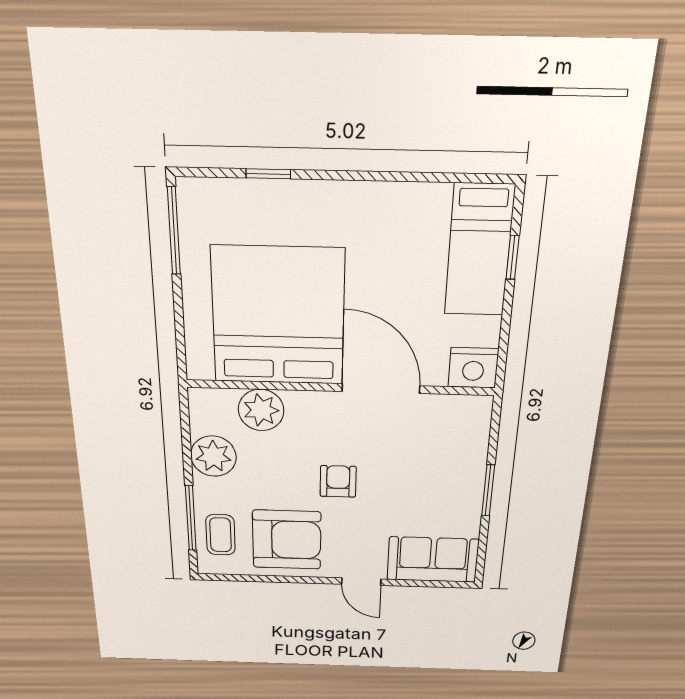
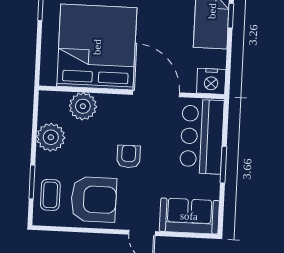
bar counter: (455, 451) -> (202, 136), added
window: (191, 518) -> (32, 182), width x0.69

